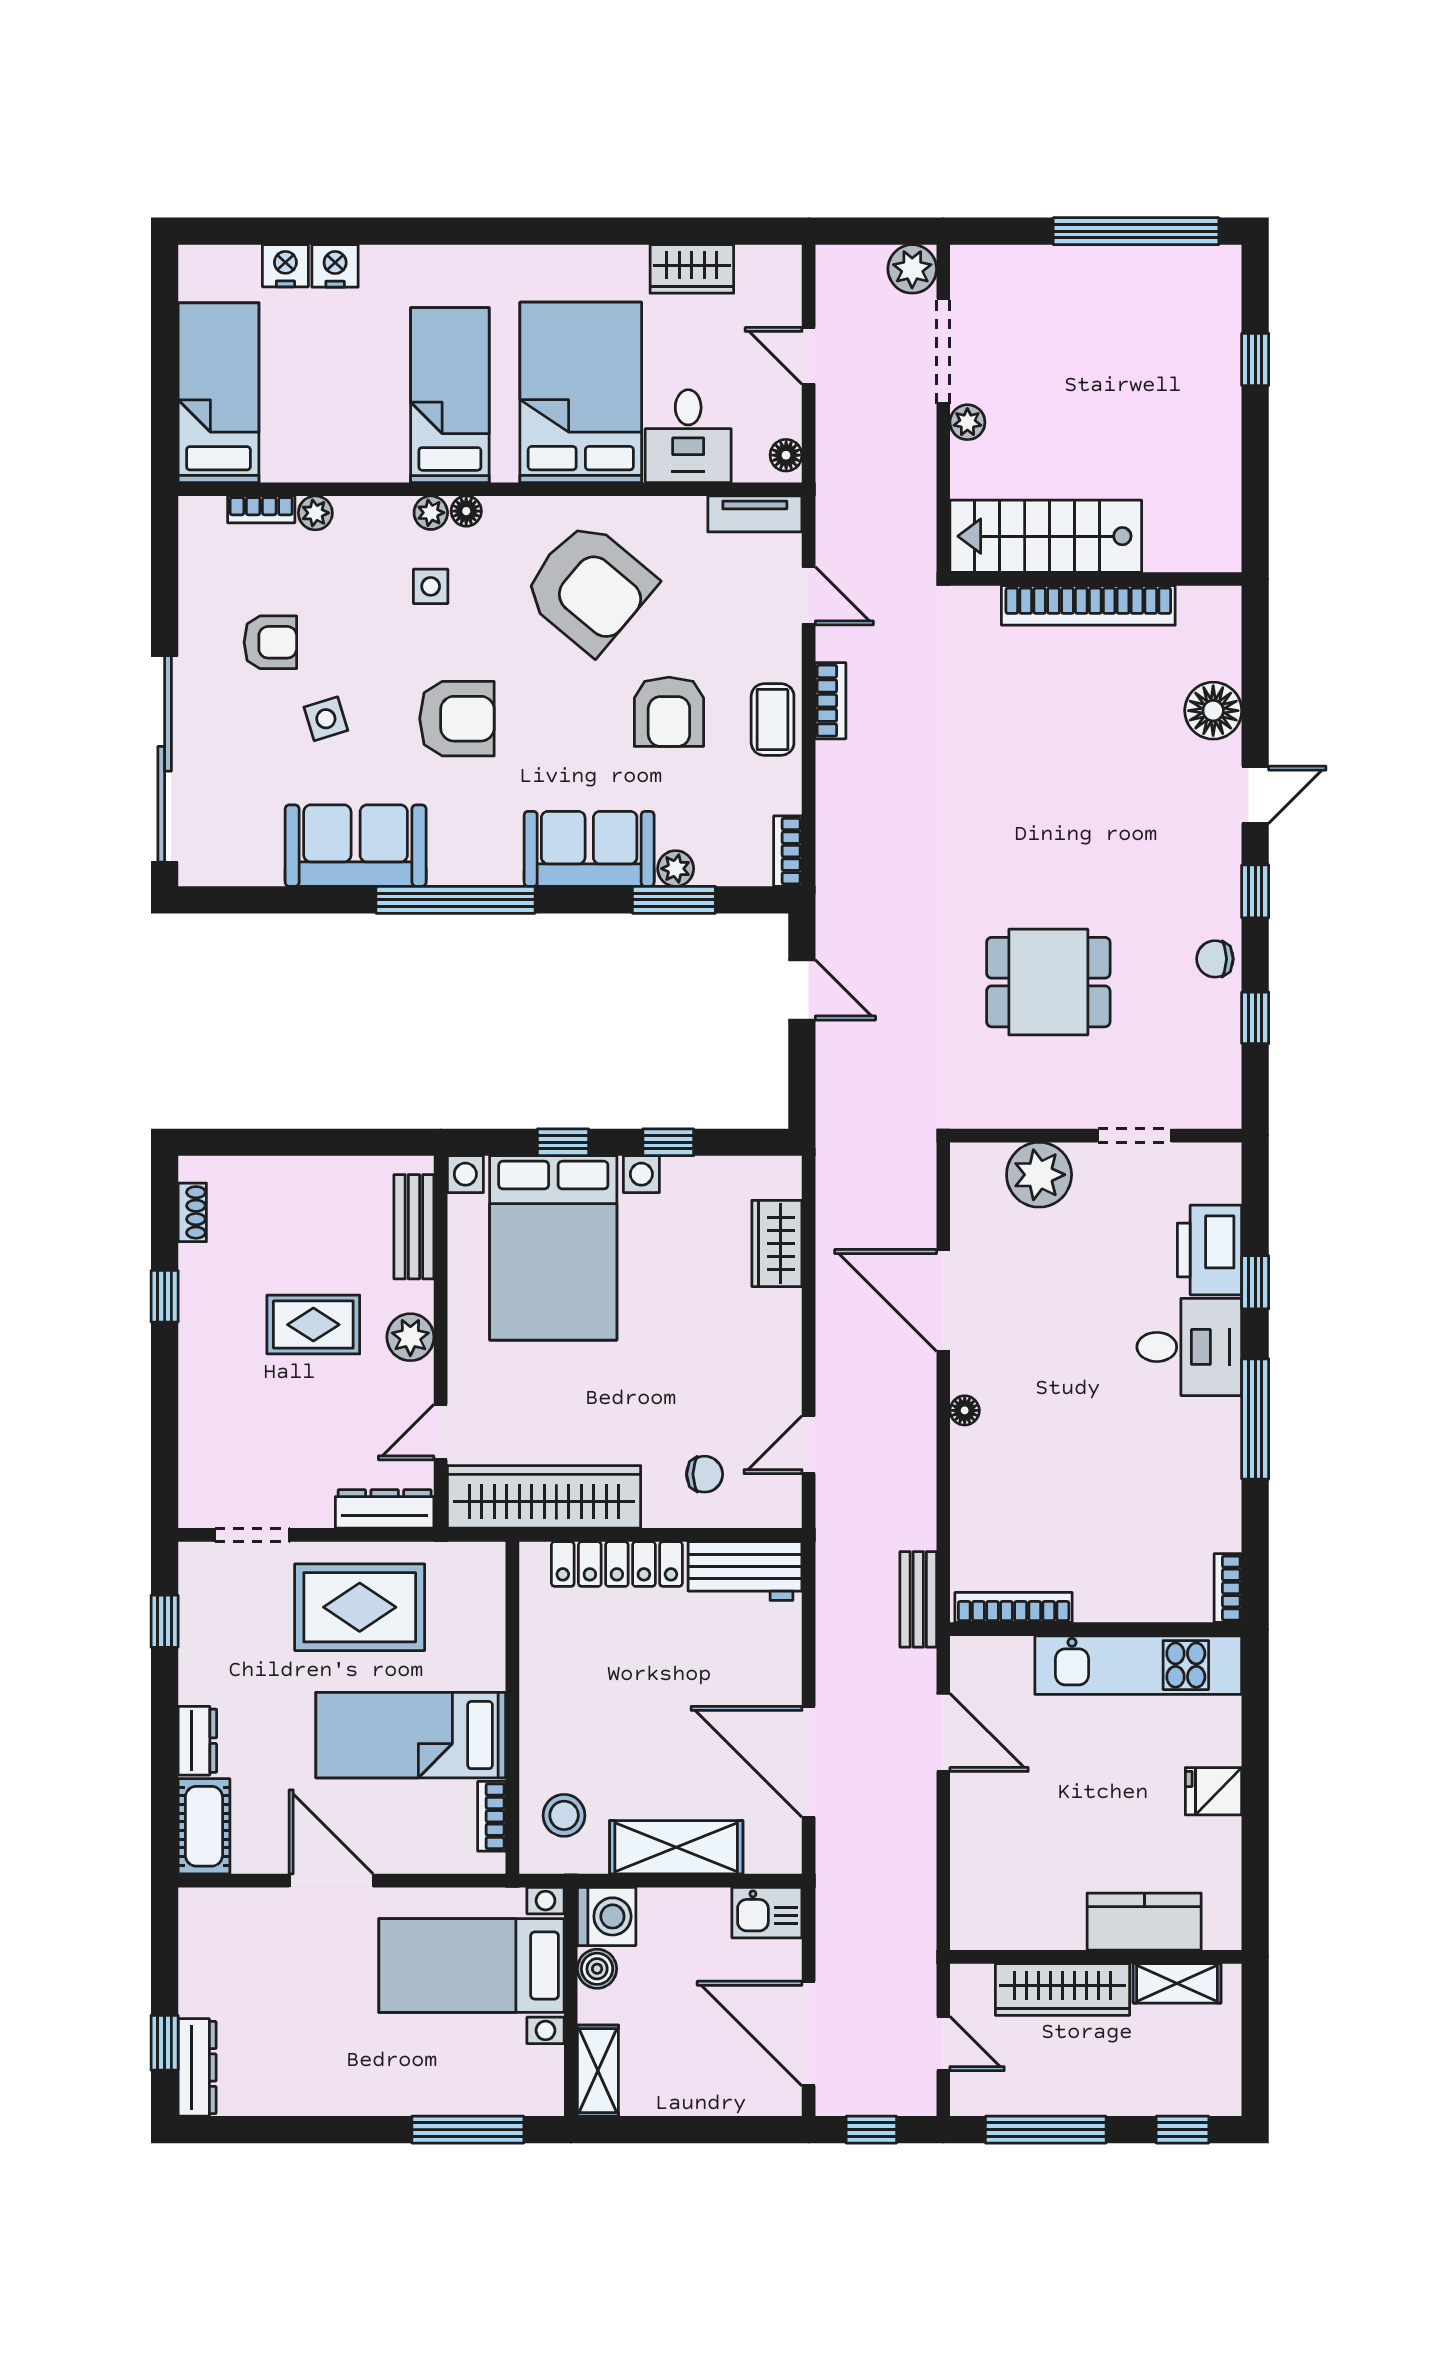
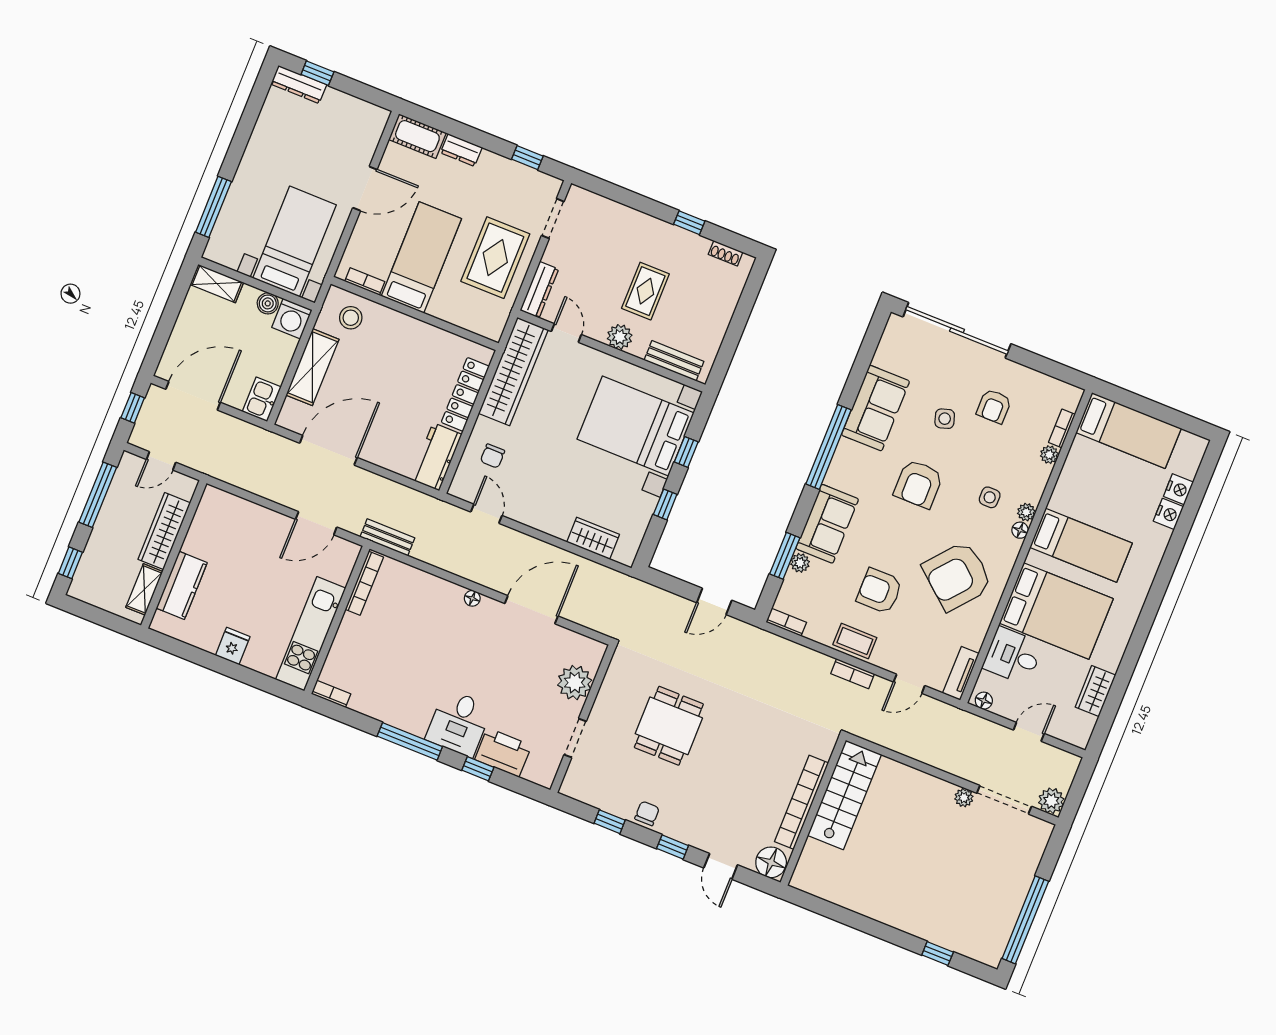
stairs: (1046, 536) -> (845, 795), moved
wall: (1096, 579) -> (813, 811), moved
bookcase: (1088, 605) -> (801, 802), moved

